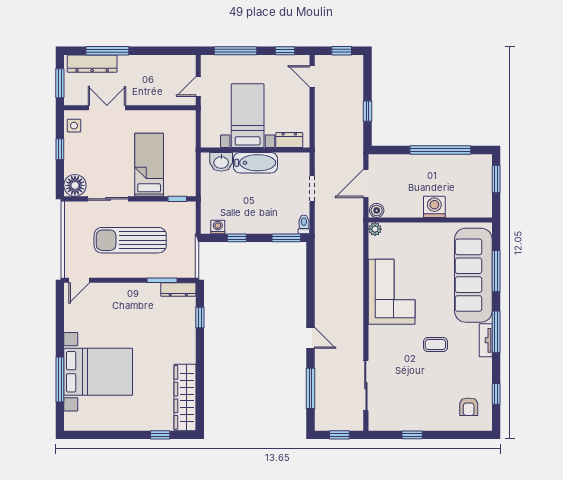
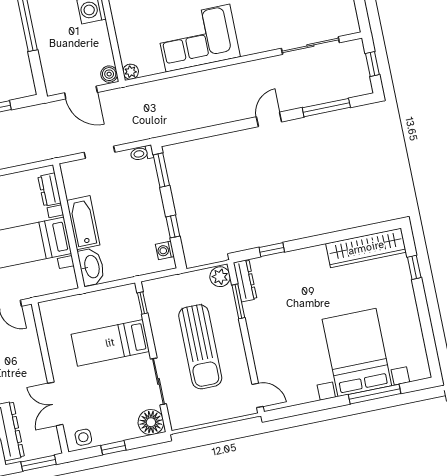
washbasin: (221, 162) -> (91, 267), width x1.38
plant: (186, 269) -> (220, 277), added

